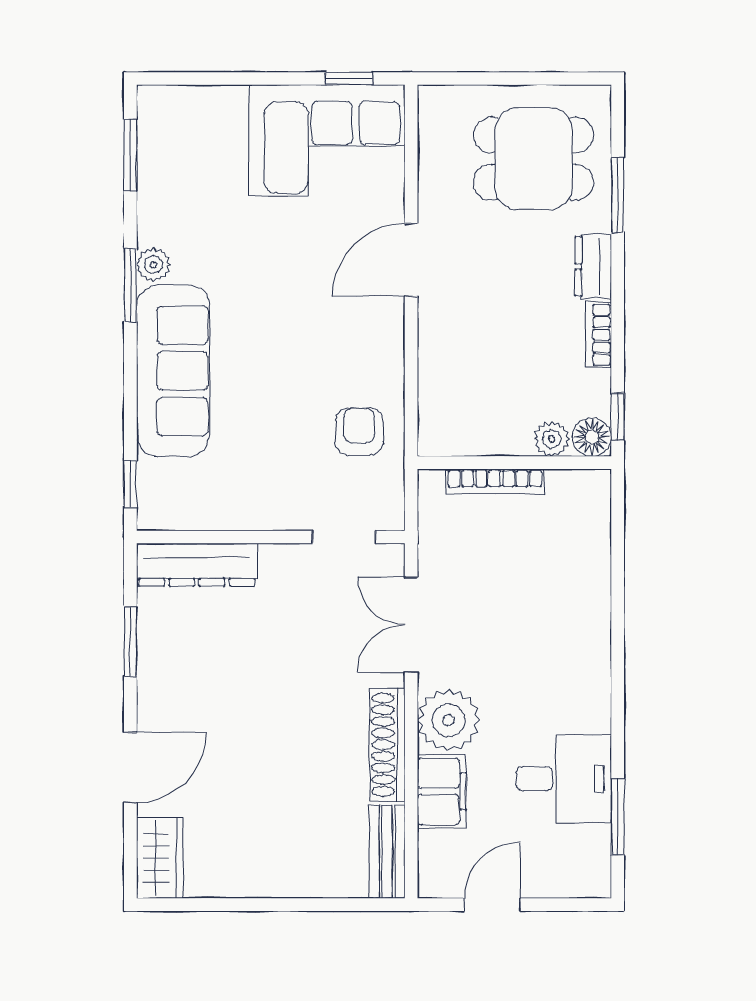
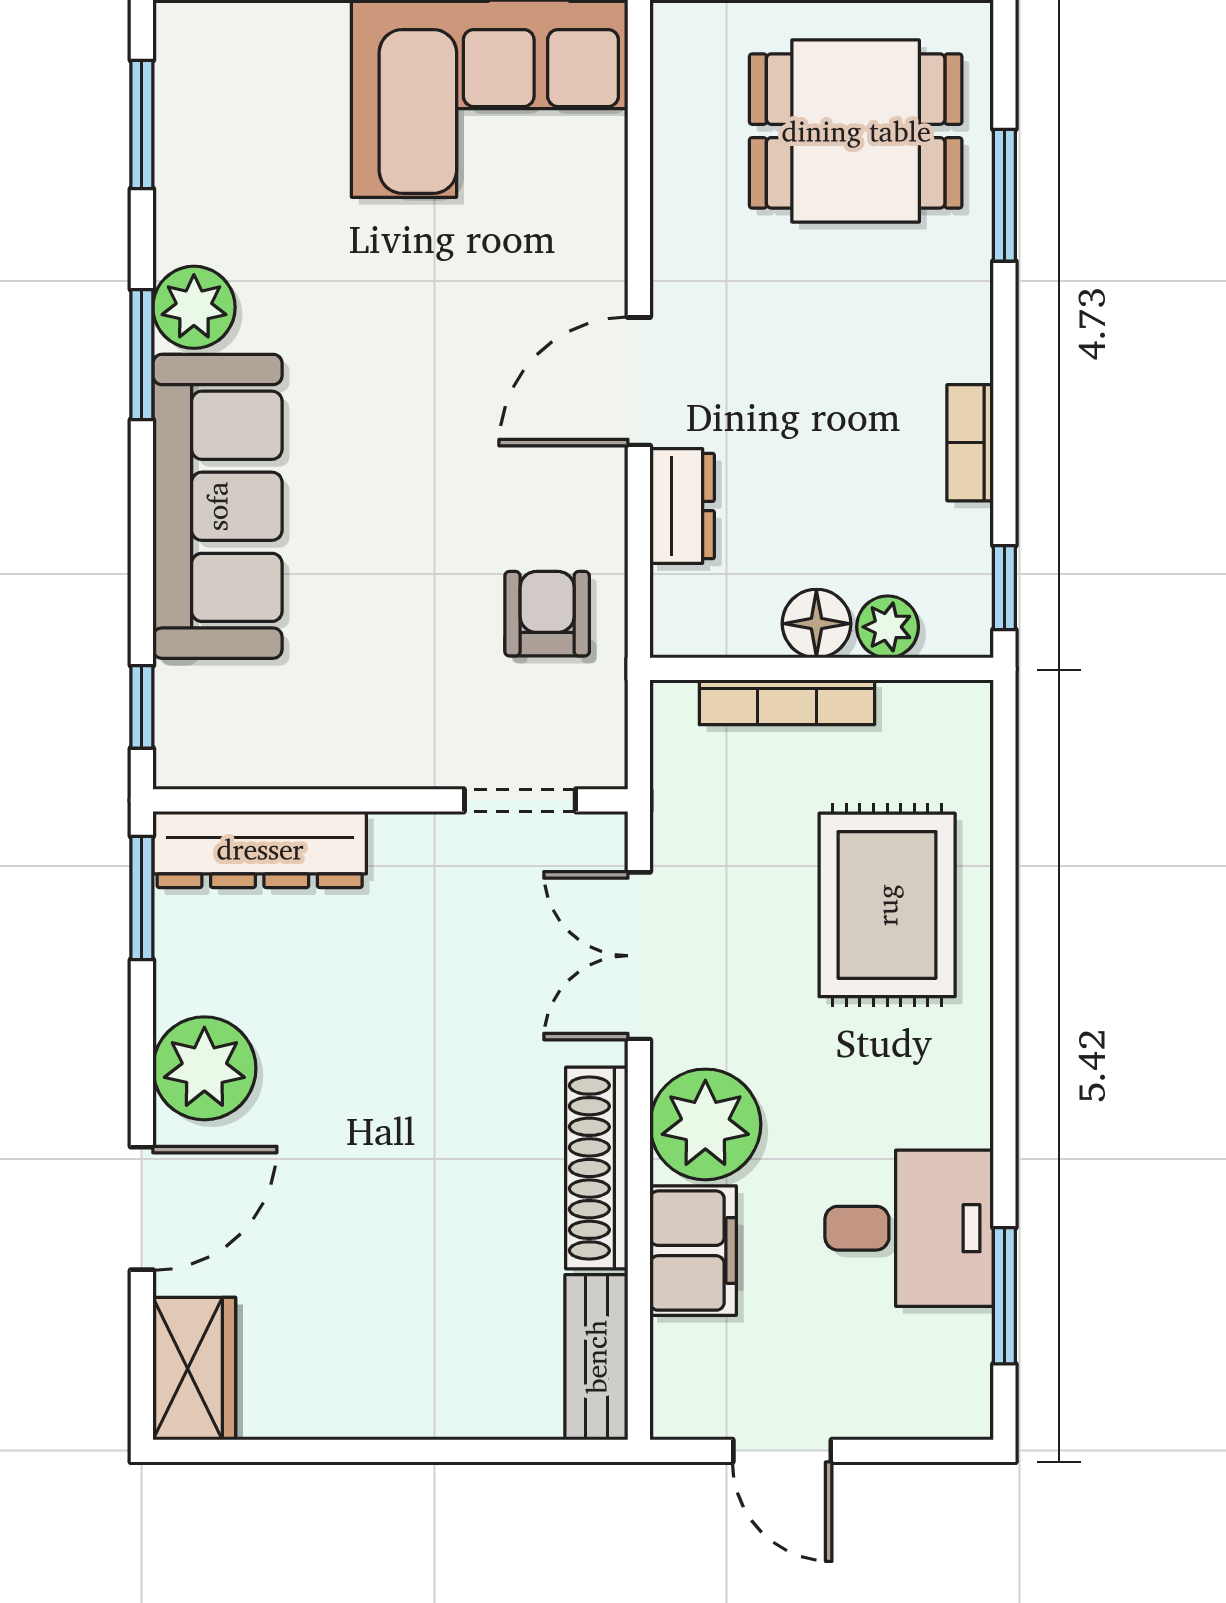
door: (411, 260) -> (639, 381), moved
plant: (153, 265) -> (194, 307), width x1.38, depth x1.38
dresser: (593, 266) -> (682, 506), moved, turned 180
floor lamp: (592, 437) -> (816, 624), moved
rug: (551, 596) -> (887, 905), added
window: (130, 642) -> (142, 898), moved
plant: (166, 688) -> (204, 1068), added
door: (492, 905) -> (782, 1451), swing flipped

